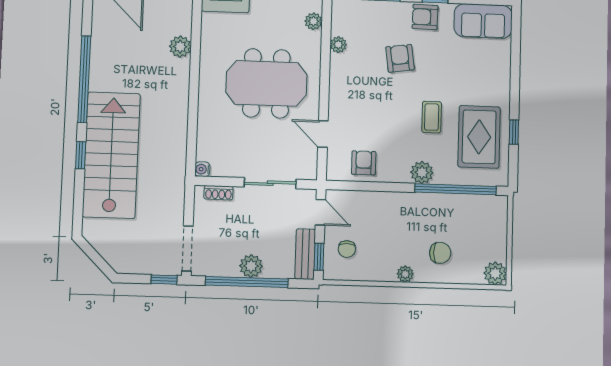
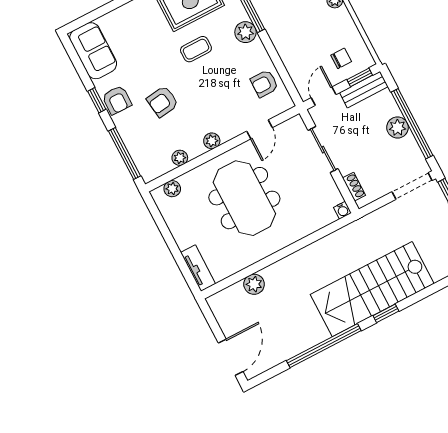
plant: (337, 83) -> (212, 141), added

